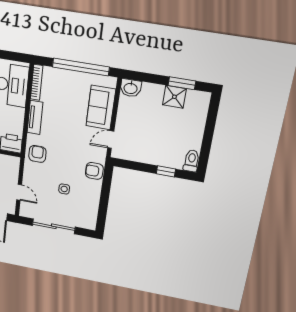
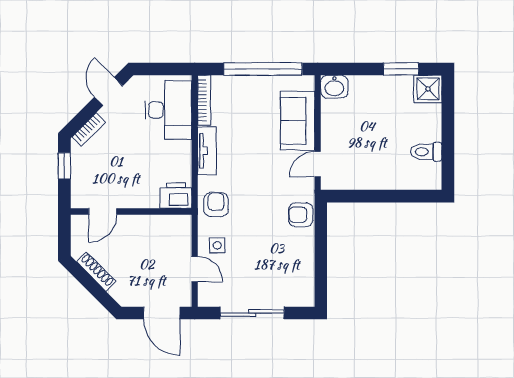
shower: (174, 97) -> (428, 89), moved
toilet: (191, 161) -> (426, 152), moved, turned -90
window: (166, 171) -> (401, 196), removed
side table: (64, 189) -> (217, 245), moved

